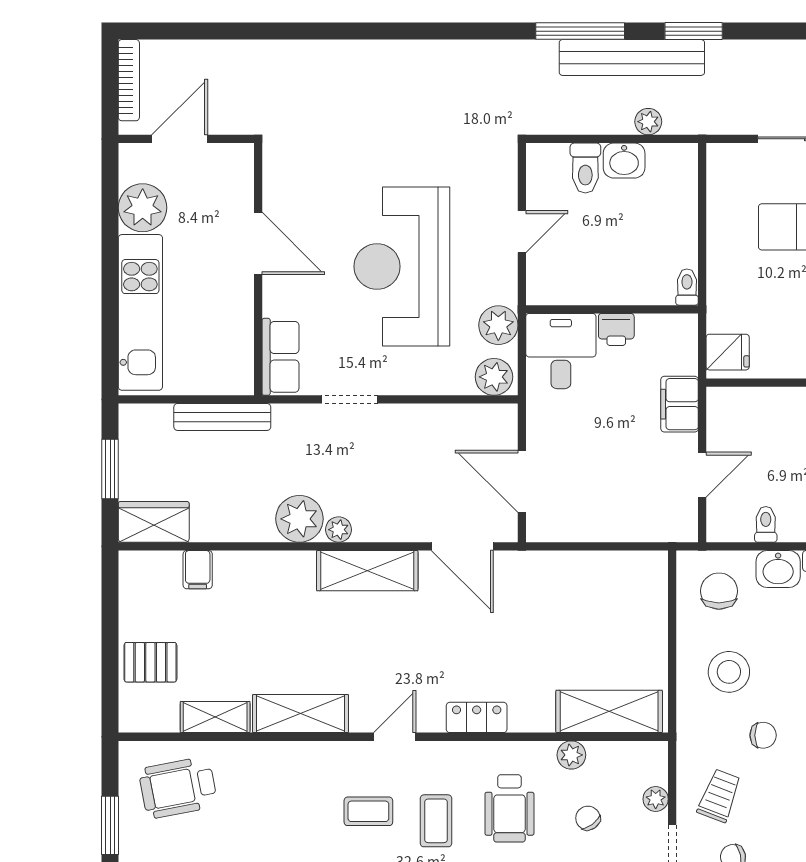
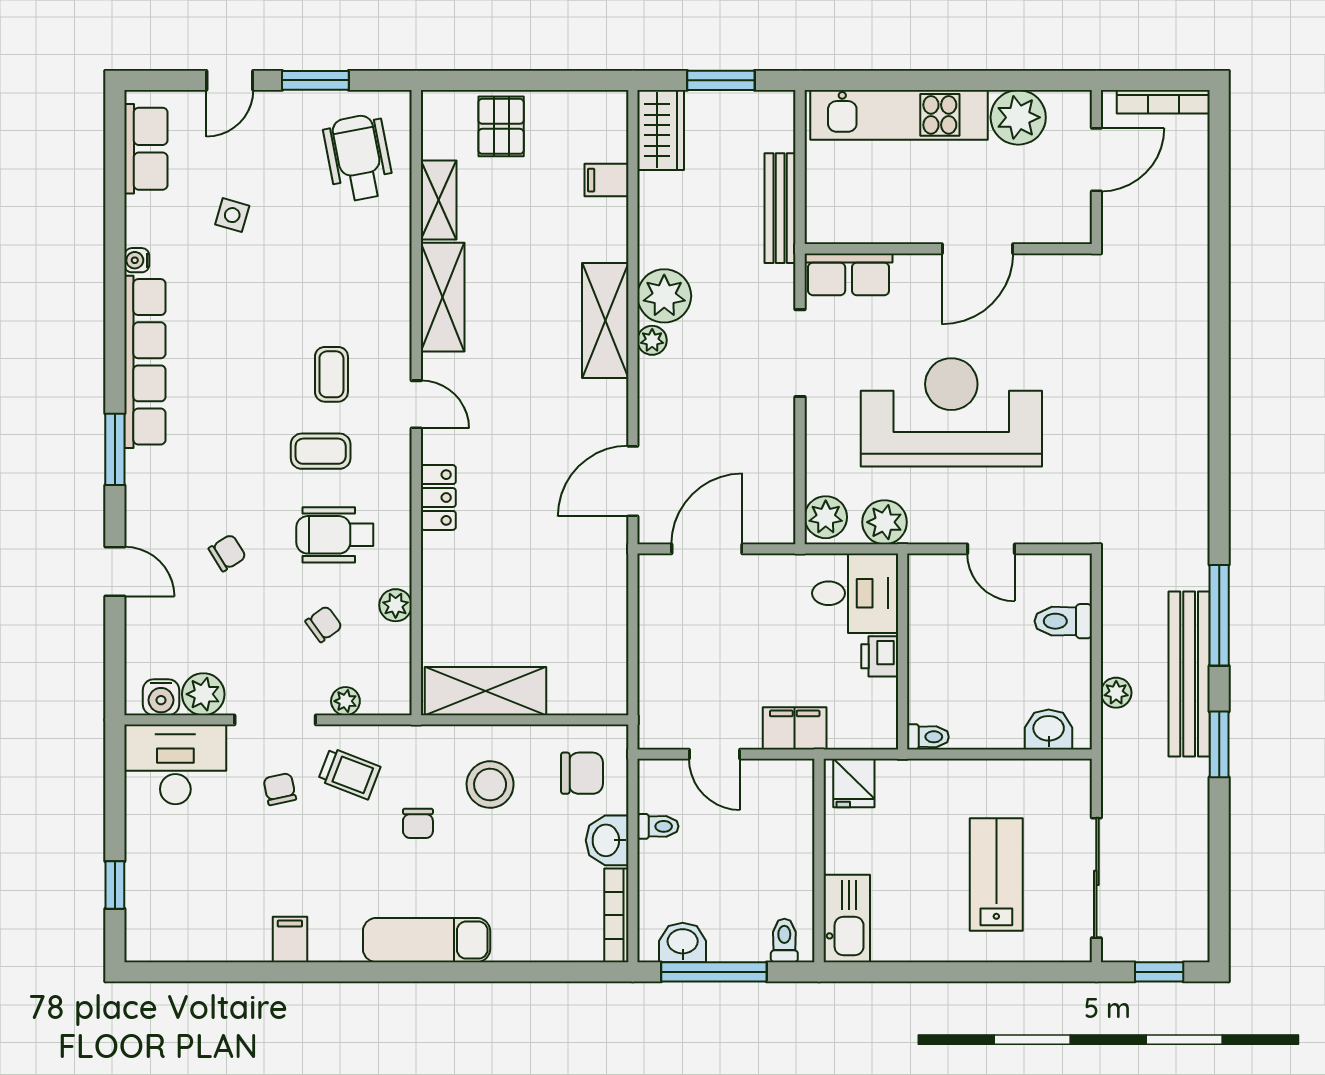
door: (180, 139) -> (1096, 160), hinge flipped
washbasin: (624, 161) -> (1049, 729), moved, turned 90
doorway: (350, 399) -> (800, 353), width x1.38
shelving: (367, 571) -> (605, 320), moved
shelving: (609, 711) -> (486, 691), moved, turned 90

